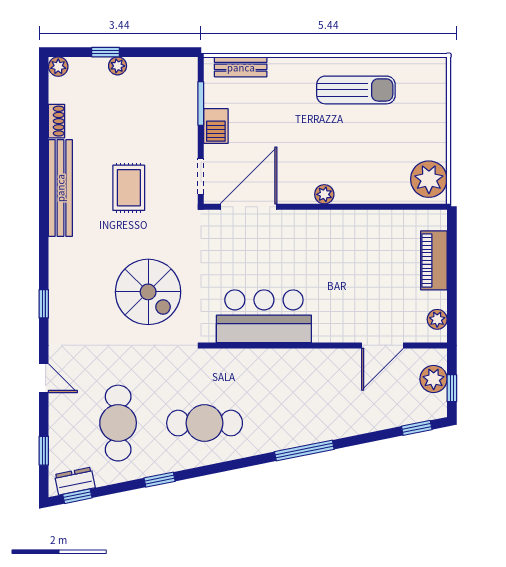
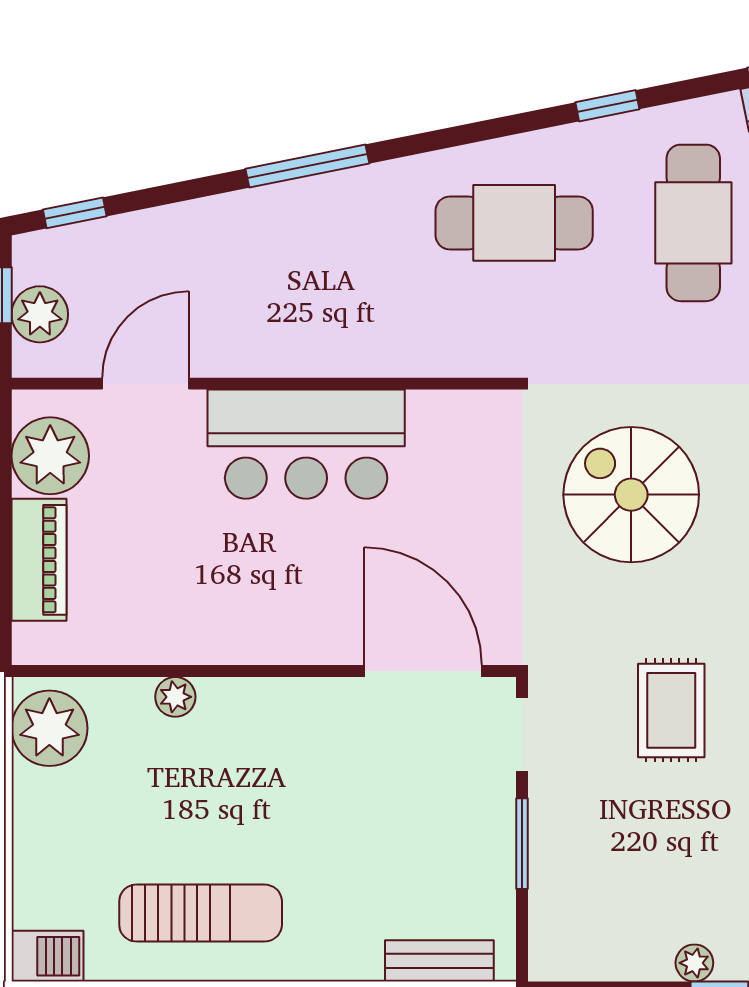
sun lounger: (356, 90) -> (201, 913), turned 180
window: (201, 103) -> (522, 844), moved
barbecue: (216, 126) -> (47, 956), moved, turned 90
plant: (324, 194) -> (175, 697), moved
door: (249, 207) -> (423, 671), swing flipped
bar counter: (264, 316) -> (306, 444), moved
plant: (437, 319) -> (50, 456), width x1.88, depth x1.88

